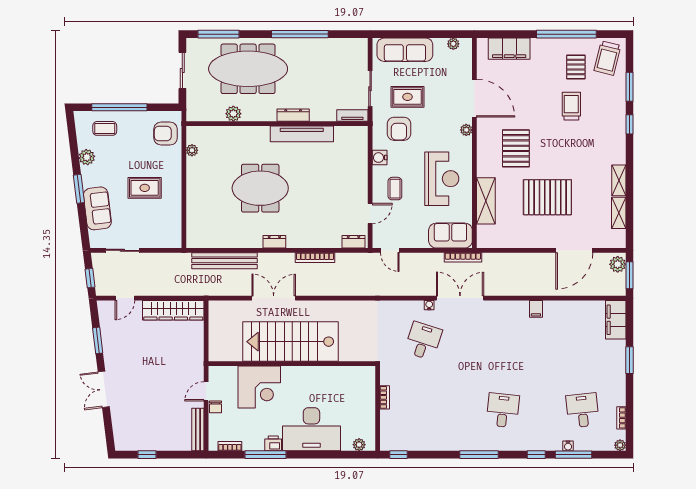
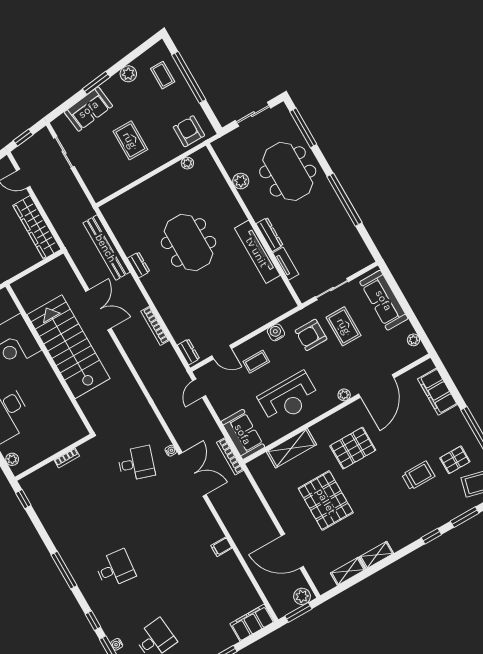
meeting table: (248, 69) -> (288, 171), width x0.73
tv unit: (352, 115) -> (286, 264), moved
dresser: (274, 242) -> (139, 265), moved

